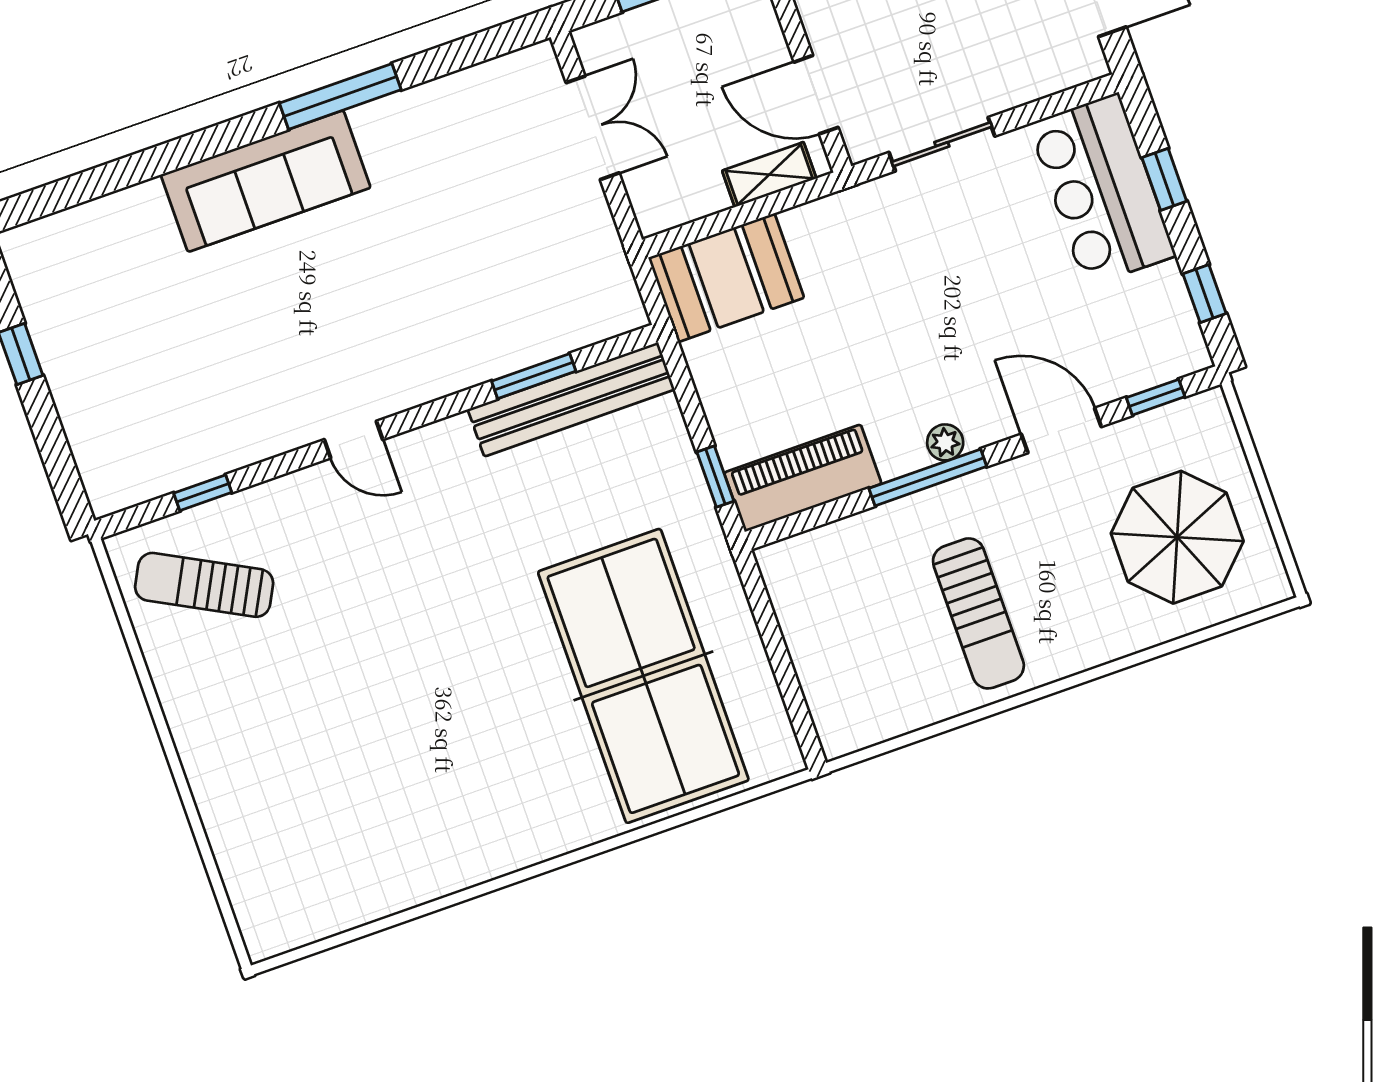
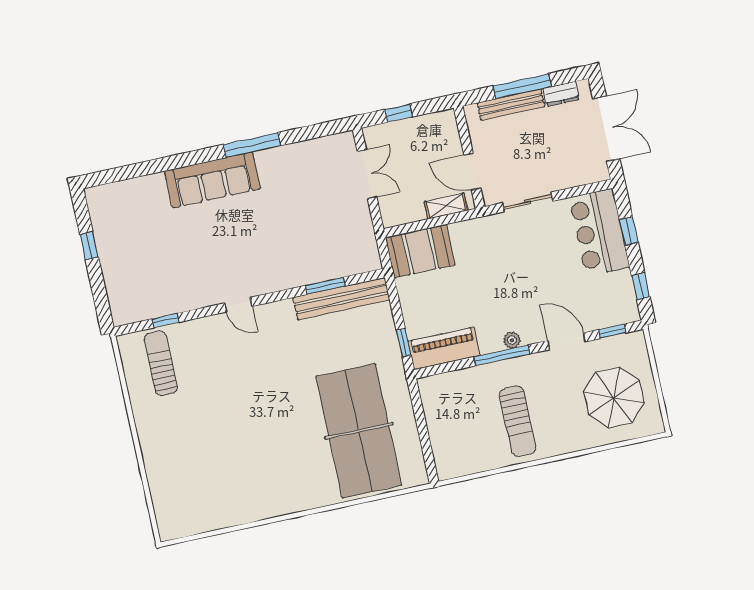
sun lounger: (204, 585) -> (161, 363), turned 62

